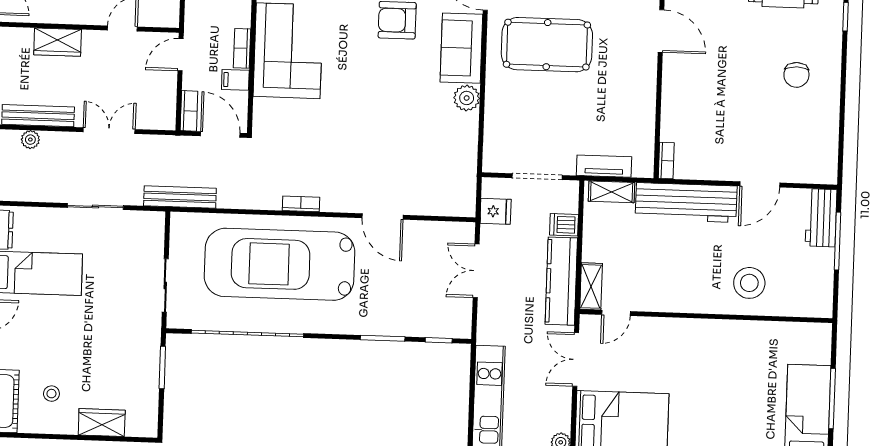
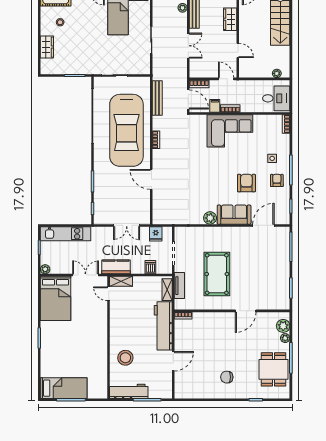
pool table: (547, 45) -> (217, 274), moved
door: (220, 134) -> (188, 99), hinge flipped
door: (760, 184) -> (173, 361), swing flipped
bench: (180, 197) -> (157, 98), moved
door: (383, 217) -> (151, 179), hinge flipped
workbench: (821, 218) -> (129, 391), moved, width x1.38
car: (280, 264) -> (126, 130), turned 180
double door: (476, 271) -> (127, 225), swing flipped
kitchen counter: (561, 281) -> (116, 267), width x0.67

